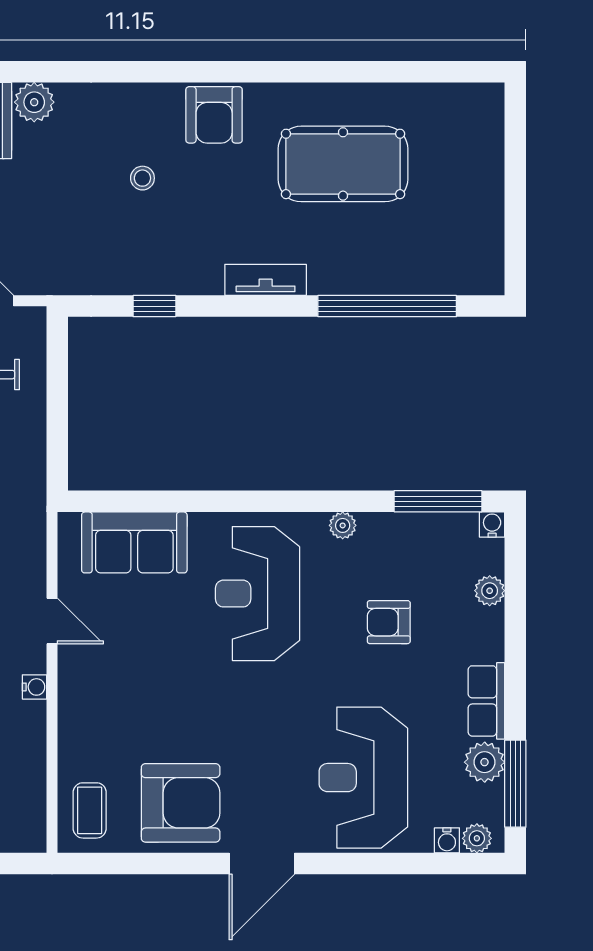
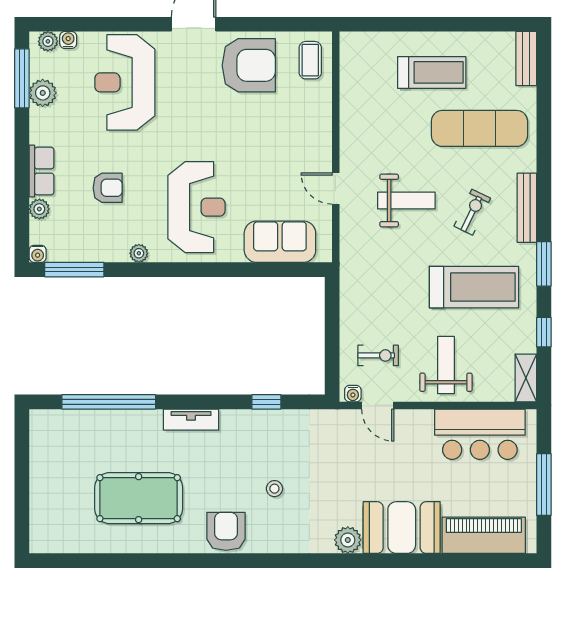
water cooler: (35, 687) -> (353, 394), moved, turned -90
row of seats: (486, 701) -> (41, 171), moved
reception desk: (363, 778) -> (125, 82), turned 180
armchair: (181, 803) -> (249, 65), turned 180

